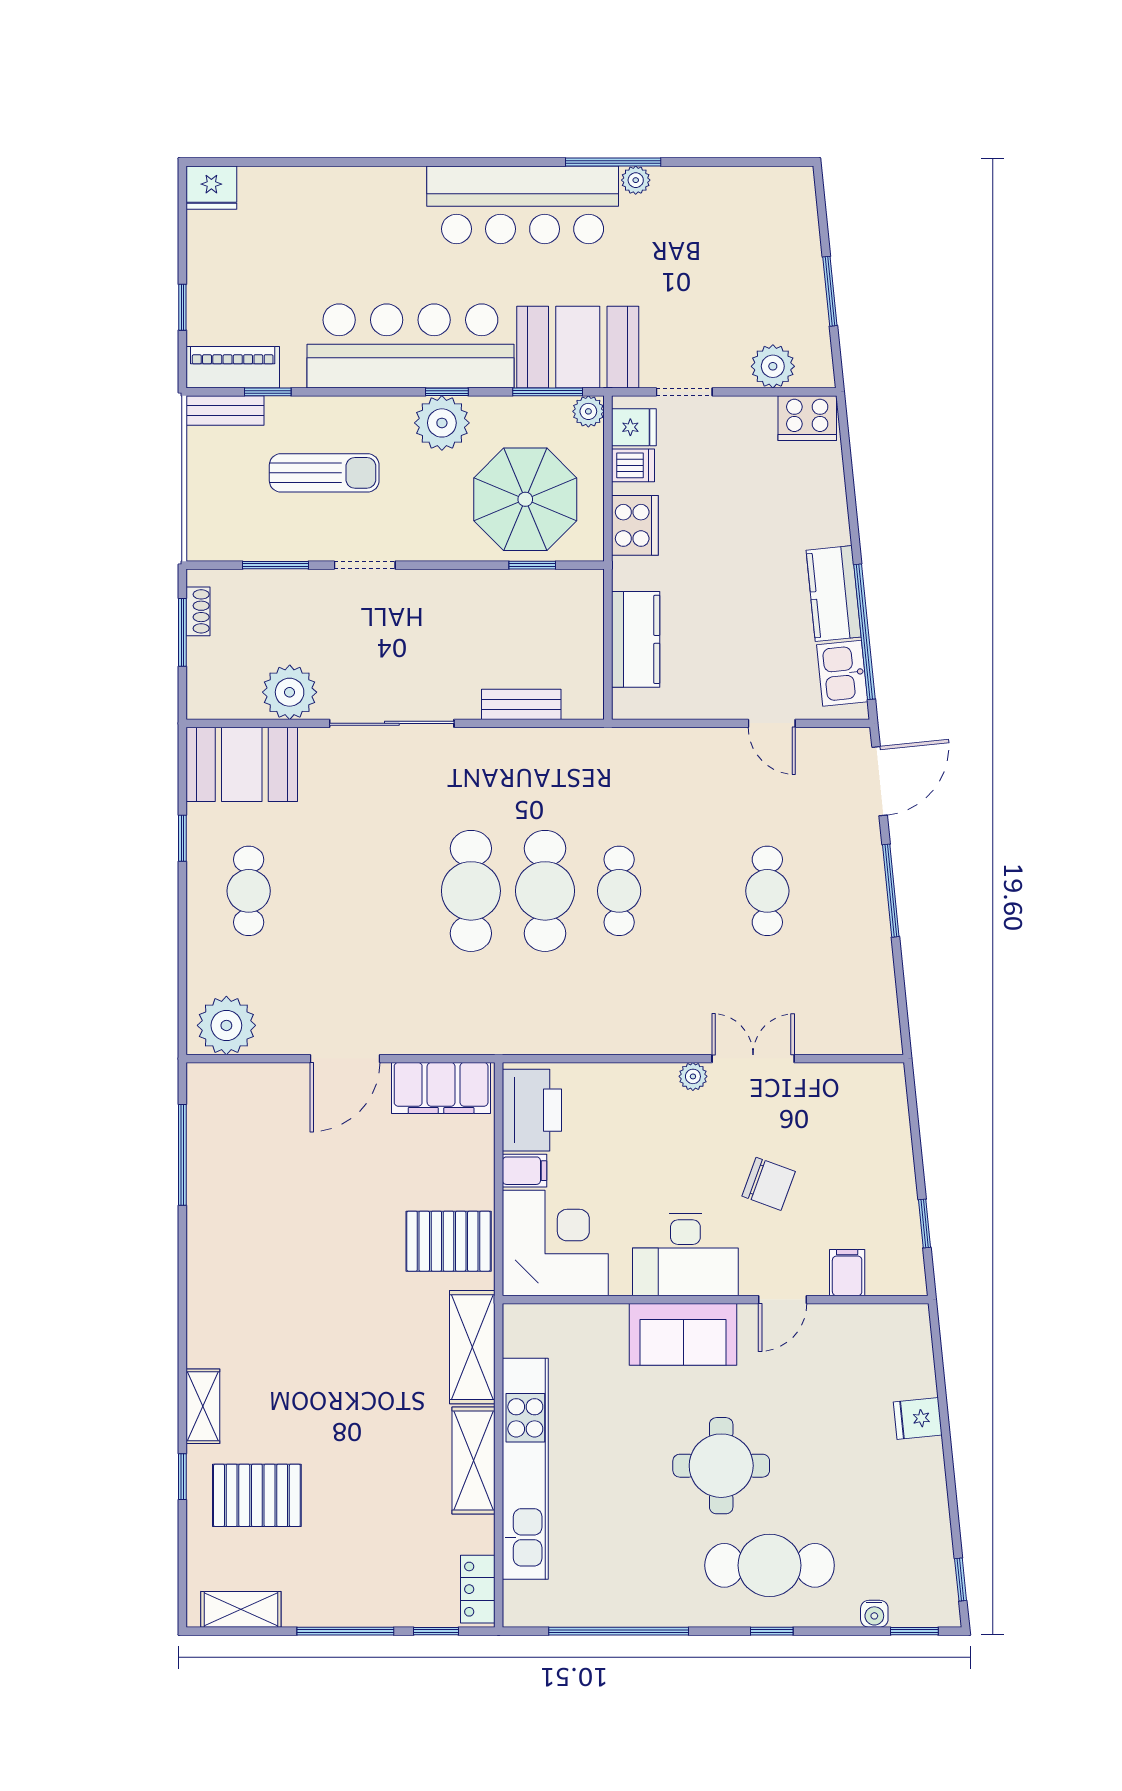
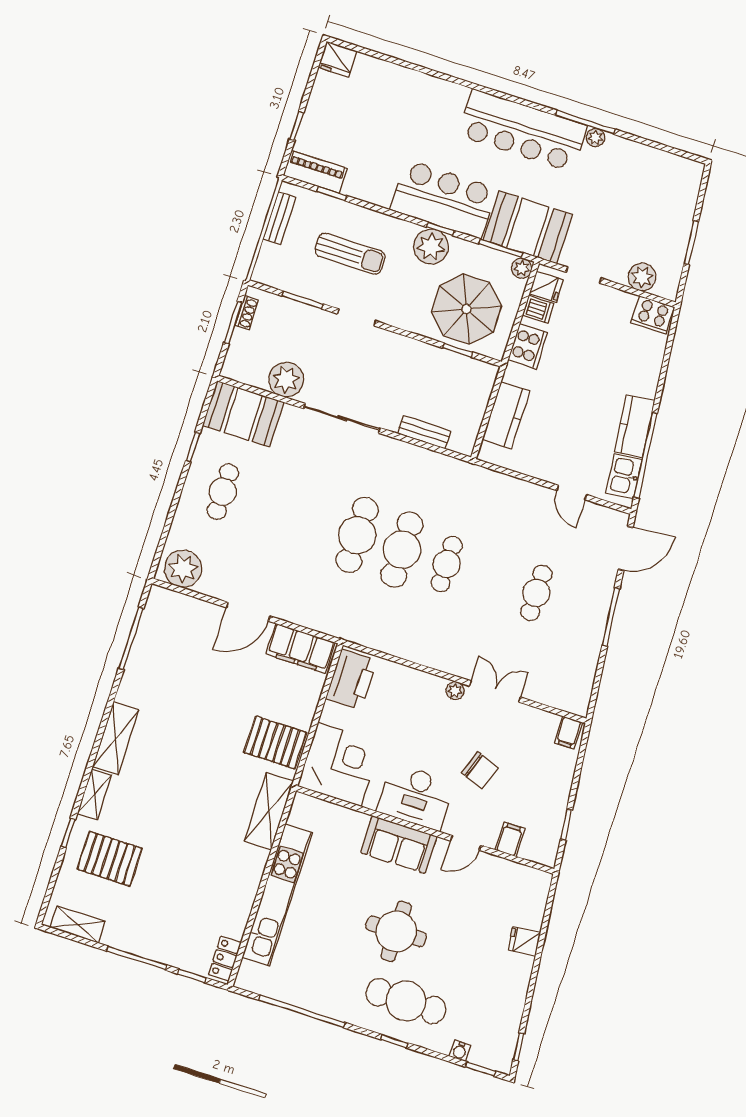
bar counter: (410, 346) -> (444, 199), width x0.73
bench: (225, 410) -> (279, 218), moved, turned 90
filing cabinet: (525, 1171) -> (568, 732), moved, turned 90
shelving: (474, 1461) -> (116, 738), moved

